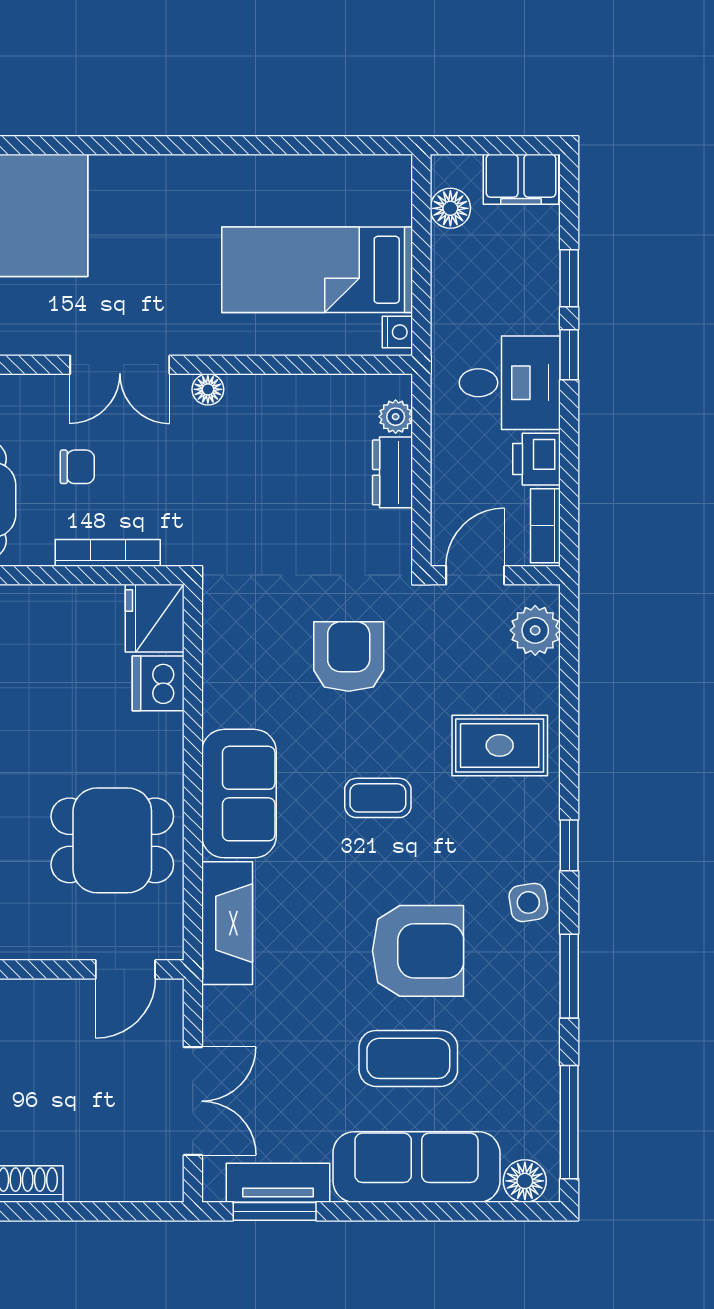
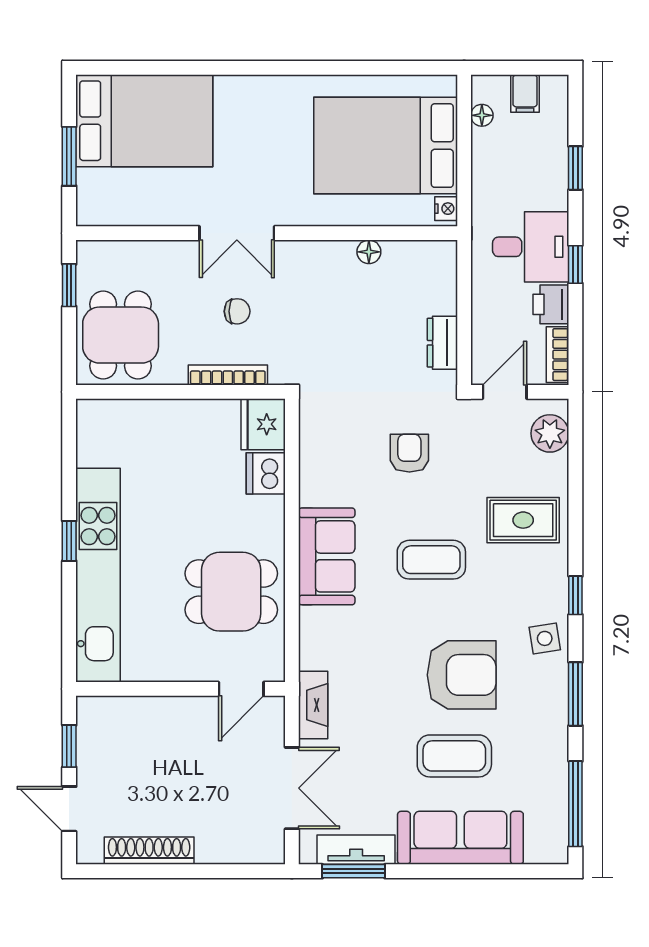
filing cabinet: (521, 179) -> (525, 94), width x0.50
floor lamp: (450, 208) -> (482, 115), width x0.73, depth x0.73
bed: (317, 270) -> (386, 146), width x1.50
window: (569, 355) -> (575, 264), moved
floor lamp: (208, 389) -> (369, 252), moved
plant: (396, 417) -> (445, 272), removed
chair: (77, 467) -> (237, 311), moved
dresser: (392, 472) -> (442, 343), moved
armchair: (349, 657) -> (409, 453), width x0.72, depth x0.72
coffee table: (378, 798) -> (431, 560), width x1.36, depth x1.30
fireplace: (227, 923) -> (313, 705), moved, width x0.73, depth x0.76
floor lamp: (525, 1181) -> (542, 848), removed

